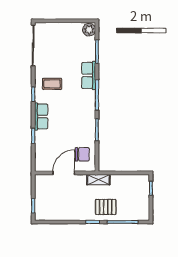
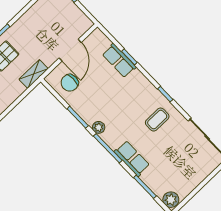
plant: (91, 112) -> (99, 127), added
row of seats: (41, 116) -> (119, 61), moved

